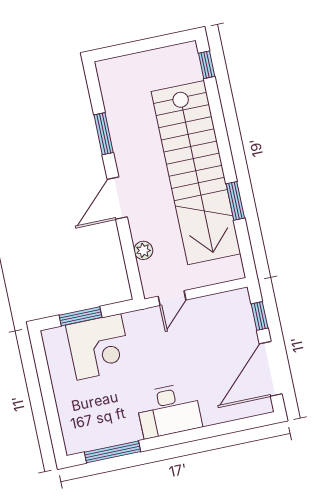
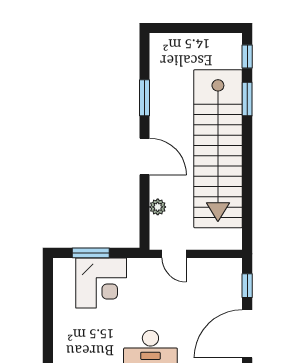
door: (117, 198) -> (145, 156), swing flipped
window: (235, 201) -> (247, 99), moved
door: (172, 298) -> (174, 254), hinge flipped

